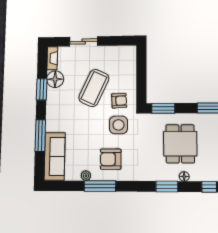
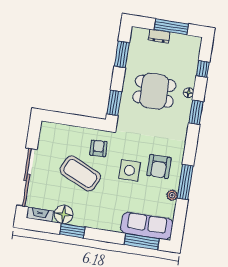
sliding door: (84, 41) -> (27, 177), width x1.86
side table: (118, 125) -> (129, 170), moved
window: (40, 136) -> (142, 242), moved

